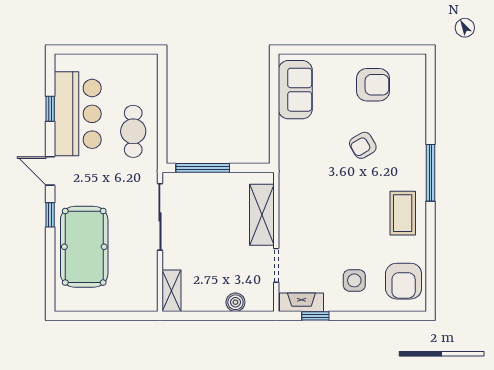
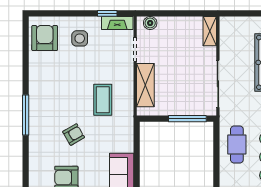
coffee table: (403, 213) -> (103, 100), moved
boiler: (235, 302) -> (150, 23), moved

